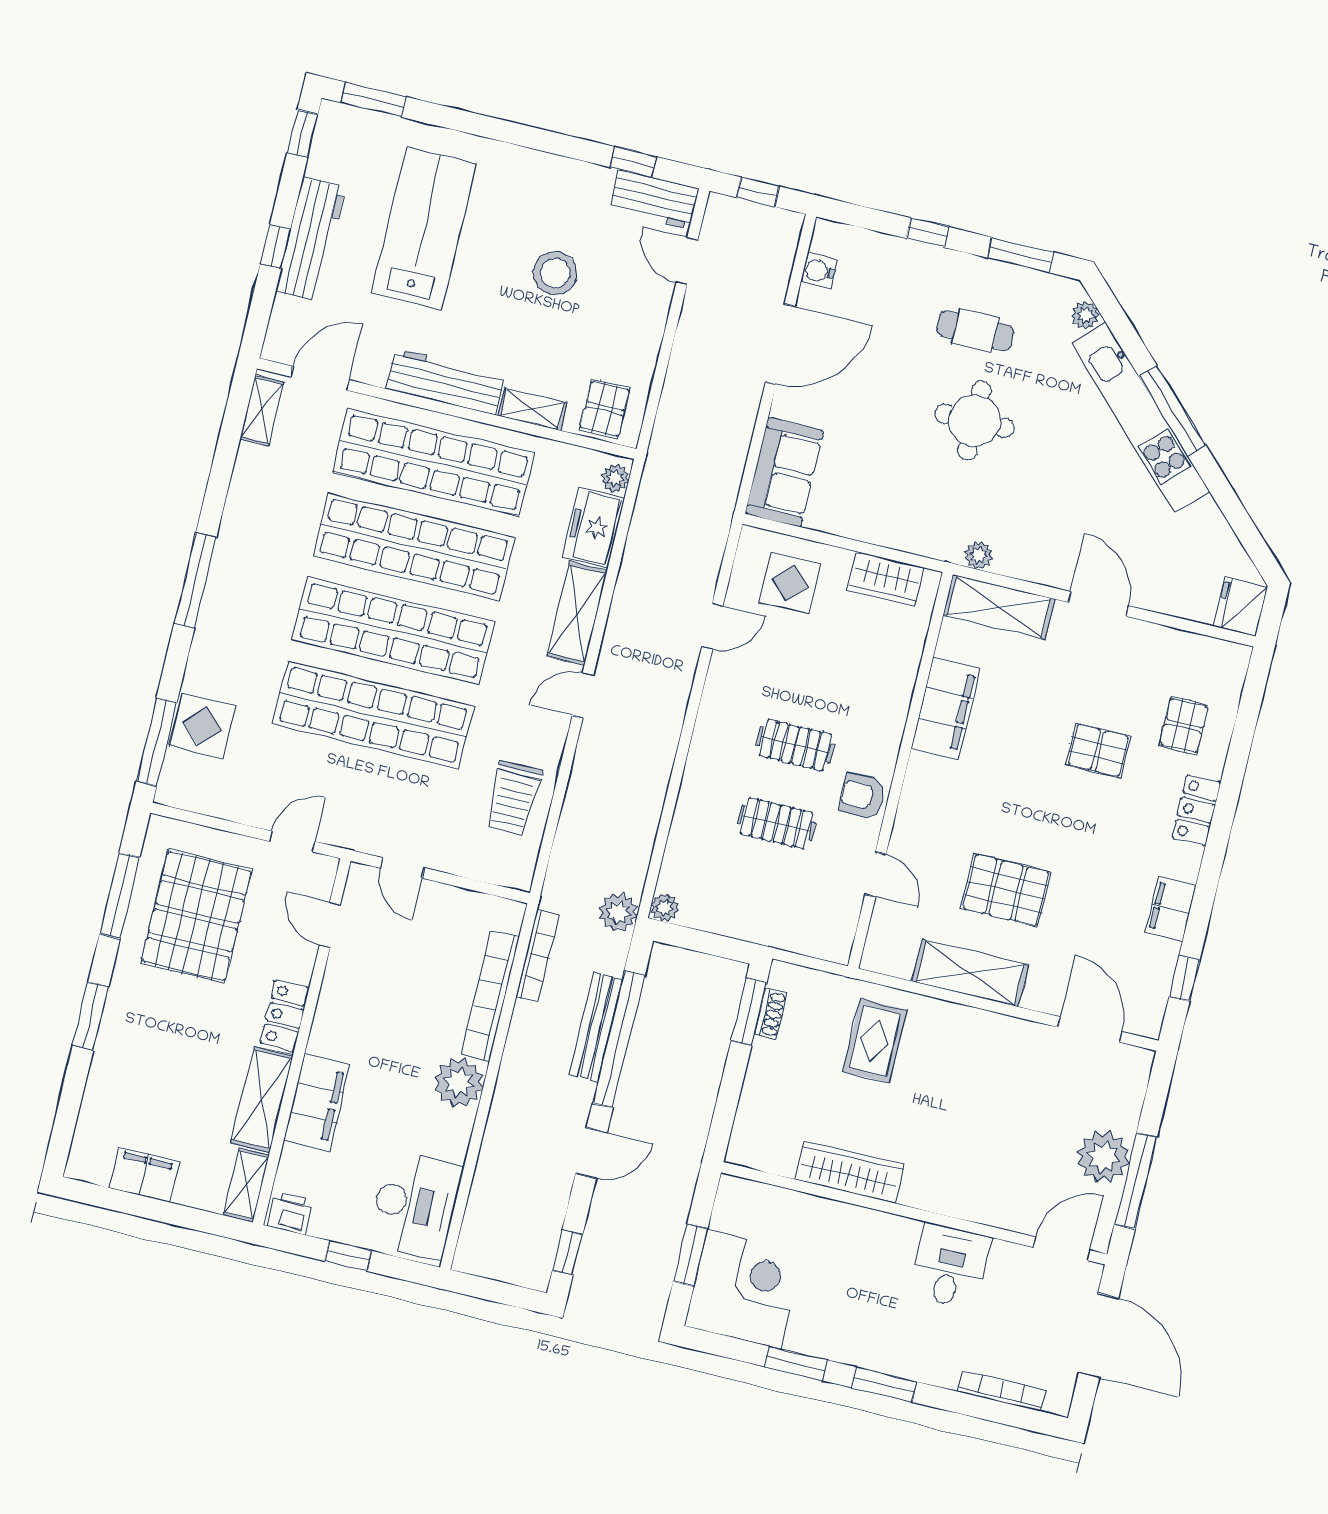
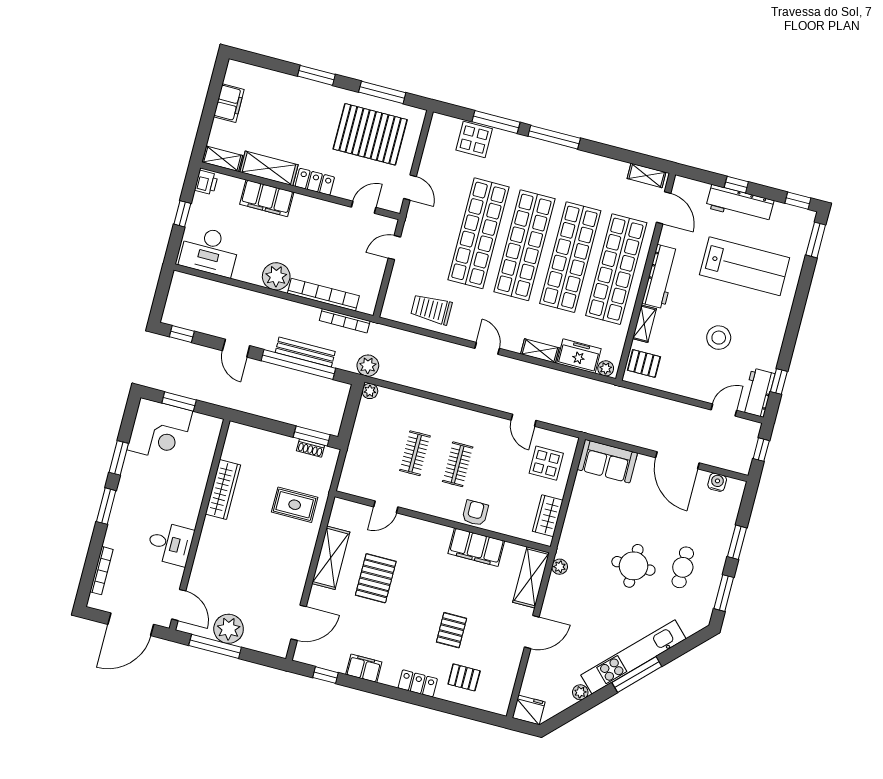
window: (928, 233) -> (737, 542), width x1.50
plant: (1085, 315) -> (580, 692), moved
shelving: (577, 614) -> (540, 351), width x0.67, depth x0.75
window: (157, 742) -> (496, 122), moved
armchair: (862, 796) -> (475, 513), moved

